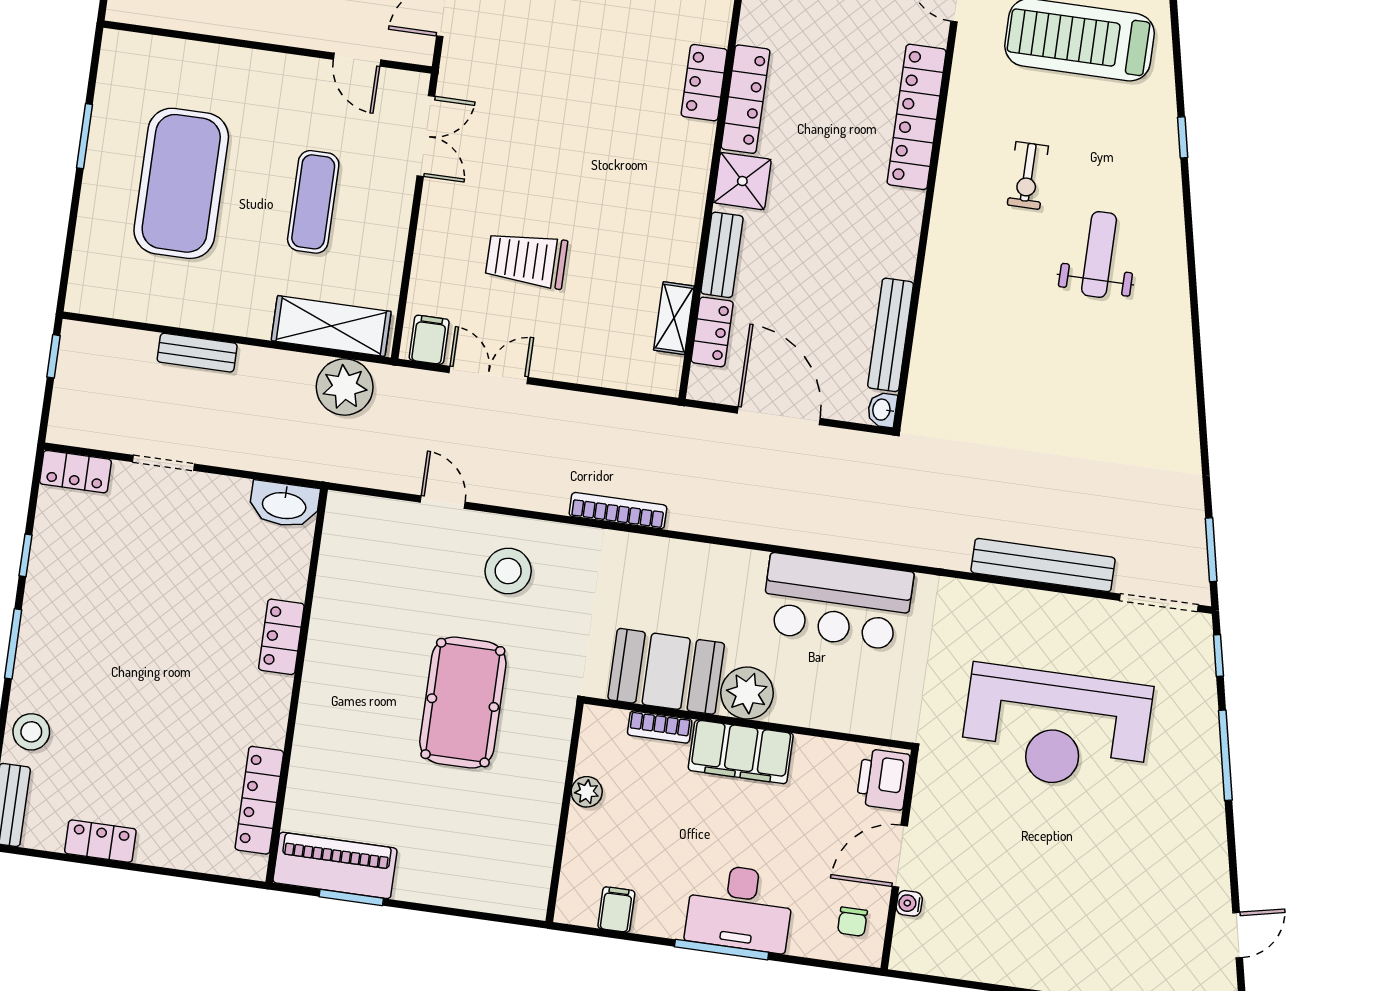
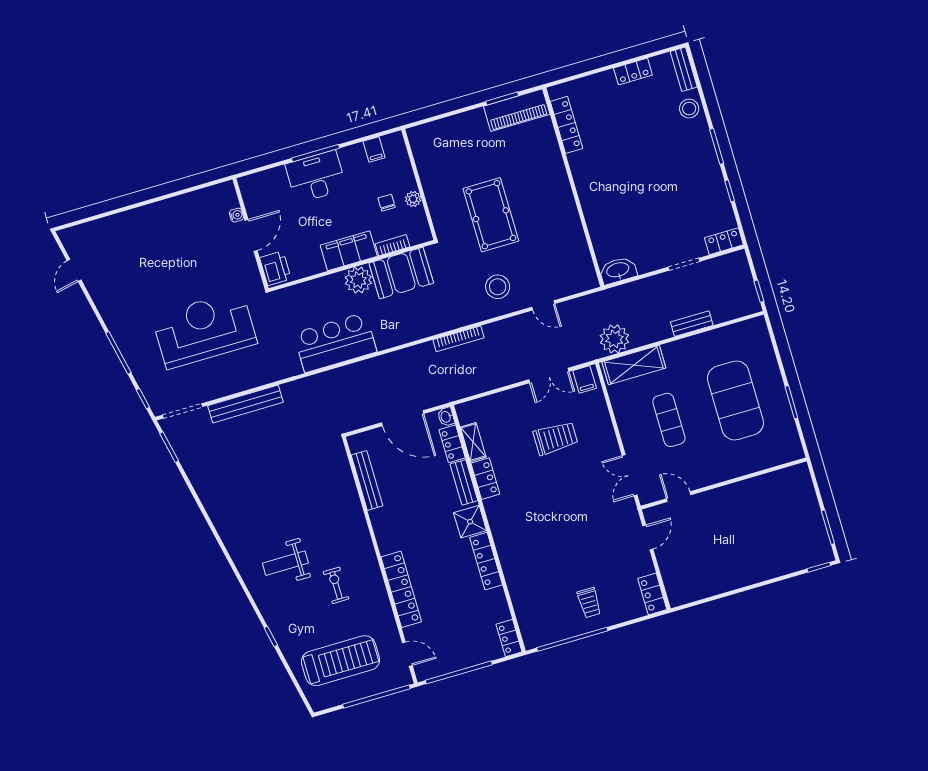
locker: (704, 83) -> (485, 479), moved
weight bench: (1099, 254) -> (285, 563), turned 90
washbasin: (882, 410) -> (446, 417), moved, turned 180
locker: (281, 637) -> (591, 207), removed
chair: (852, 922) -> (387, 203), moved

